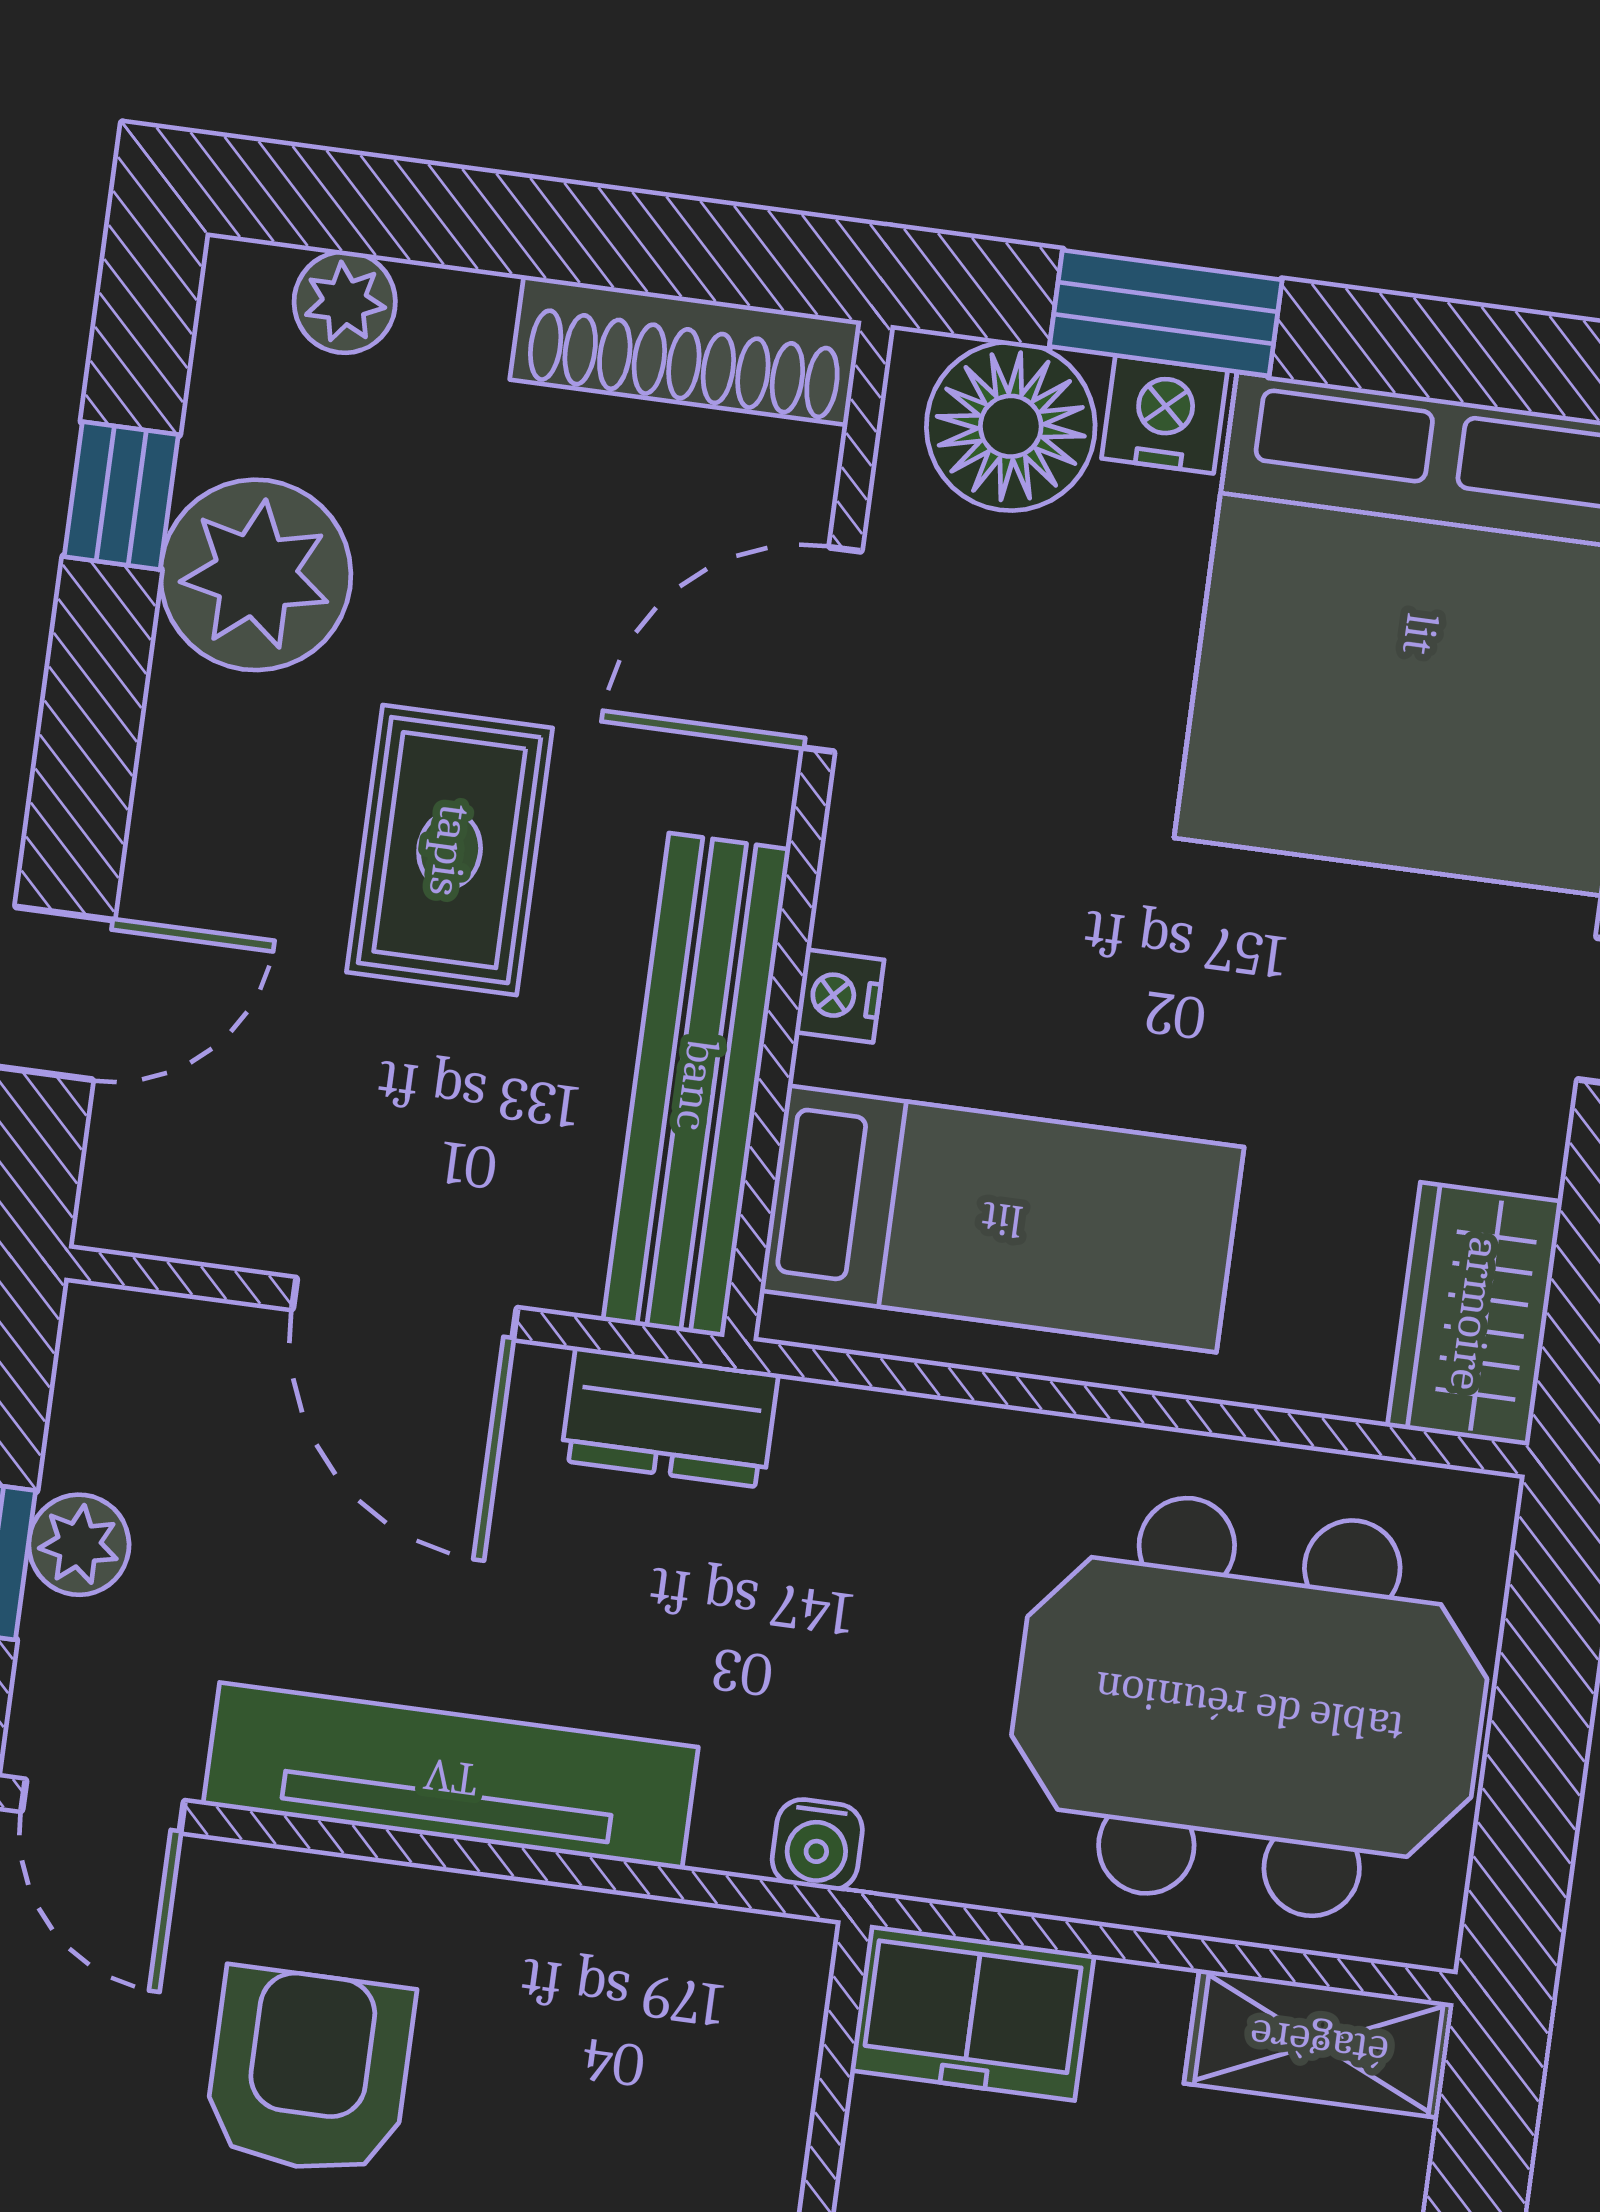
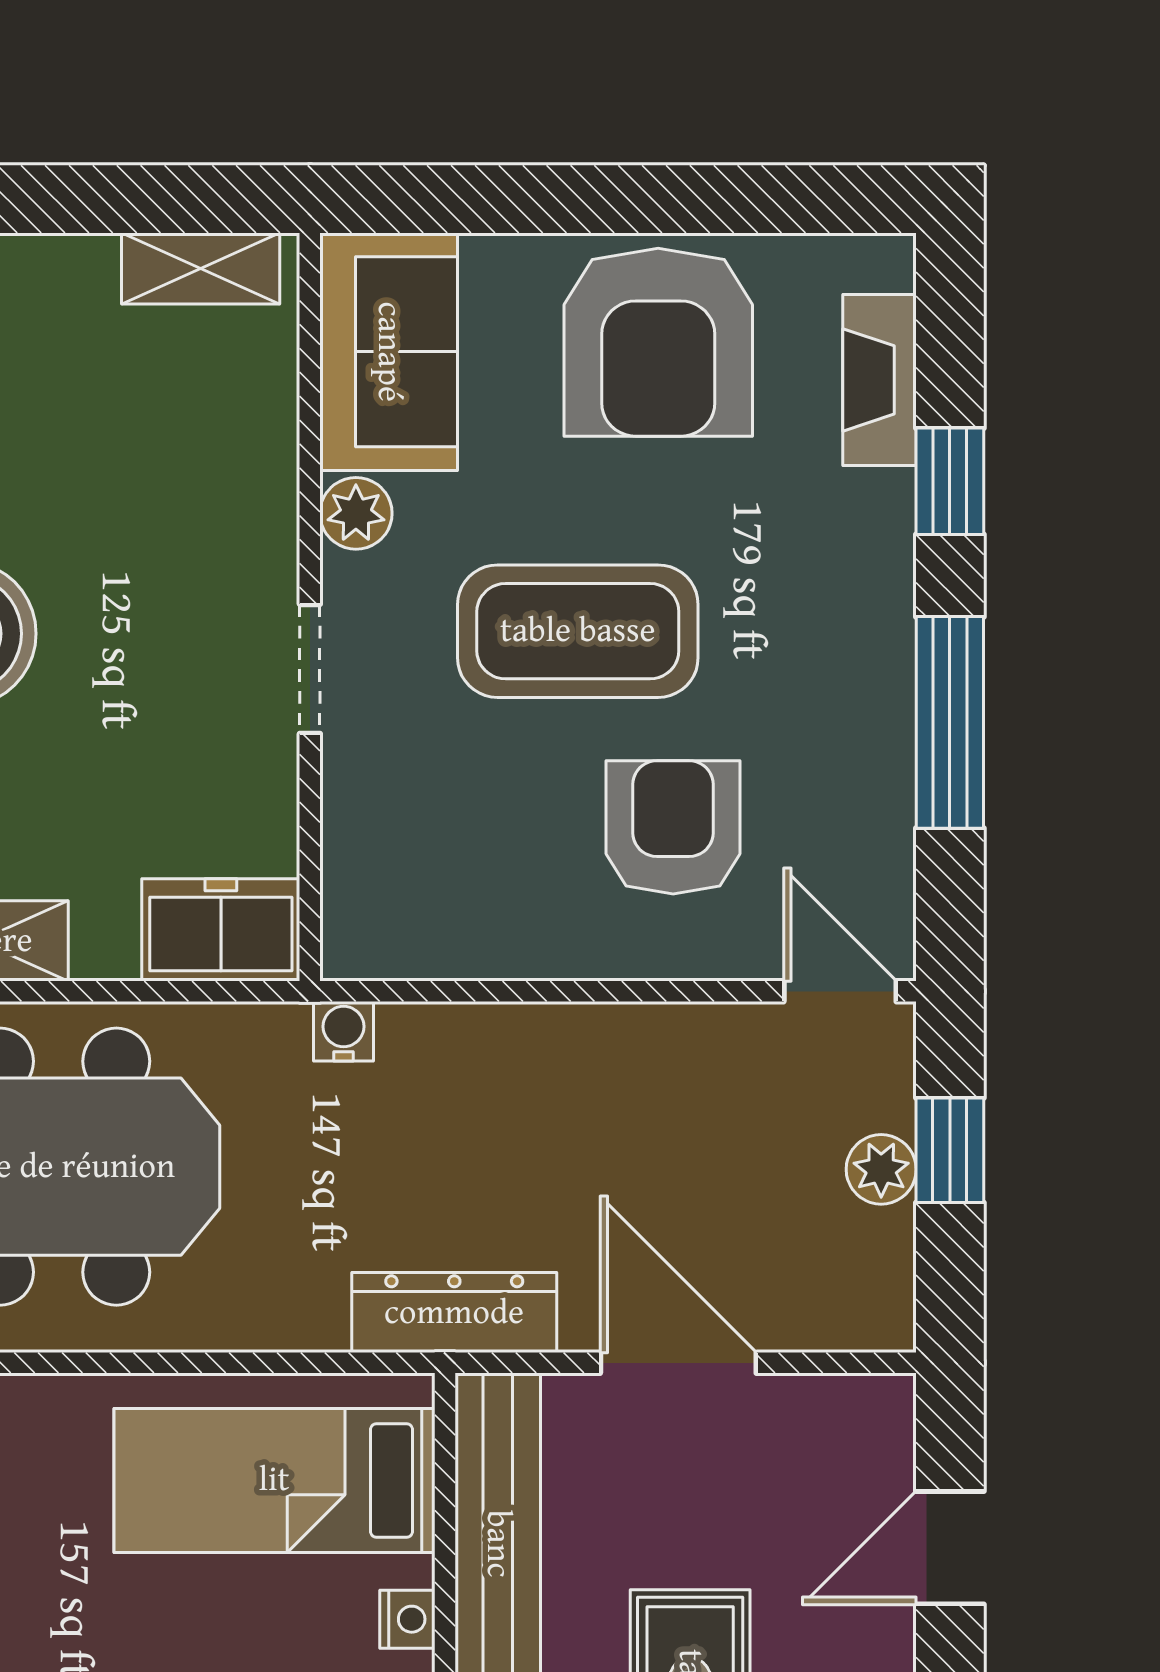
dresser: (669, 1417) -> (454, 1313), width x1.44
tv unit: (451, 1776) -> (603, 1044), removed
armchair: (309, 2071) -> (673, 827), turned 180

